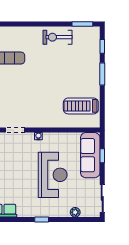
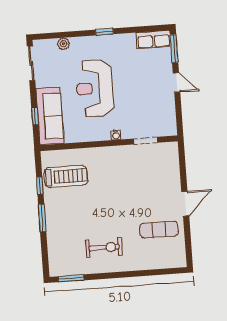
exercise bike: (58, 37) -> (104, 248), moved
window: (102, 46) -> (40, 186), moved

